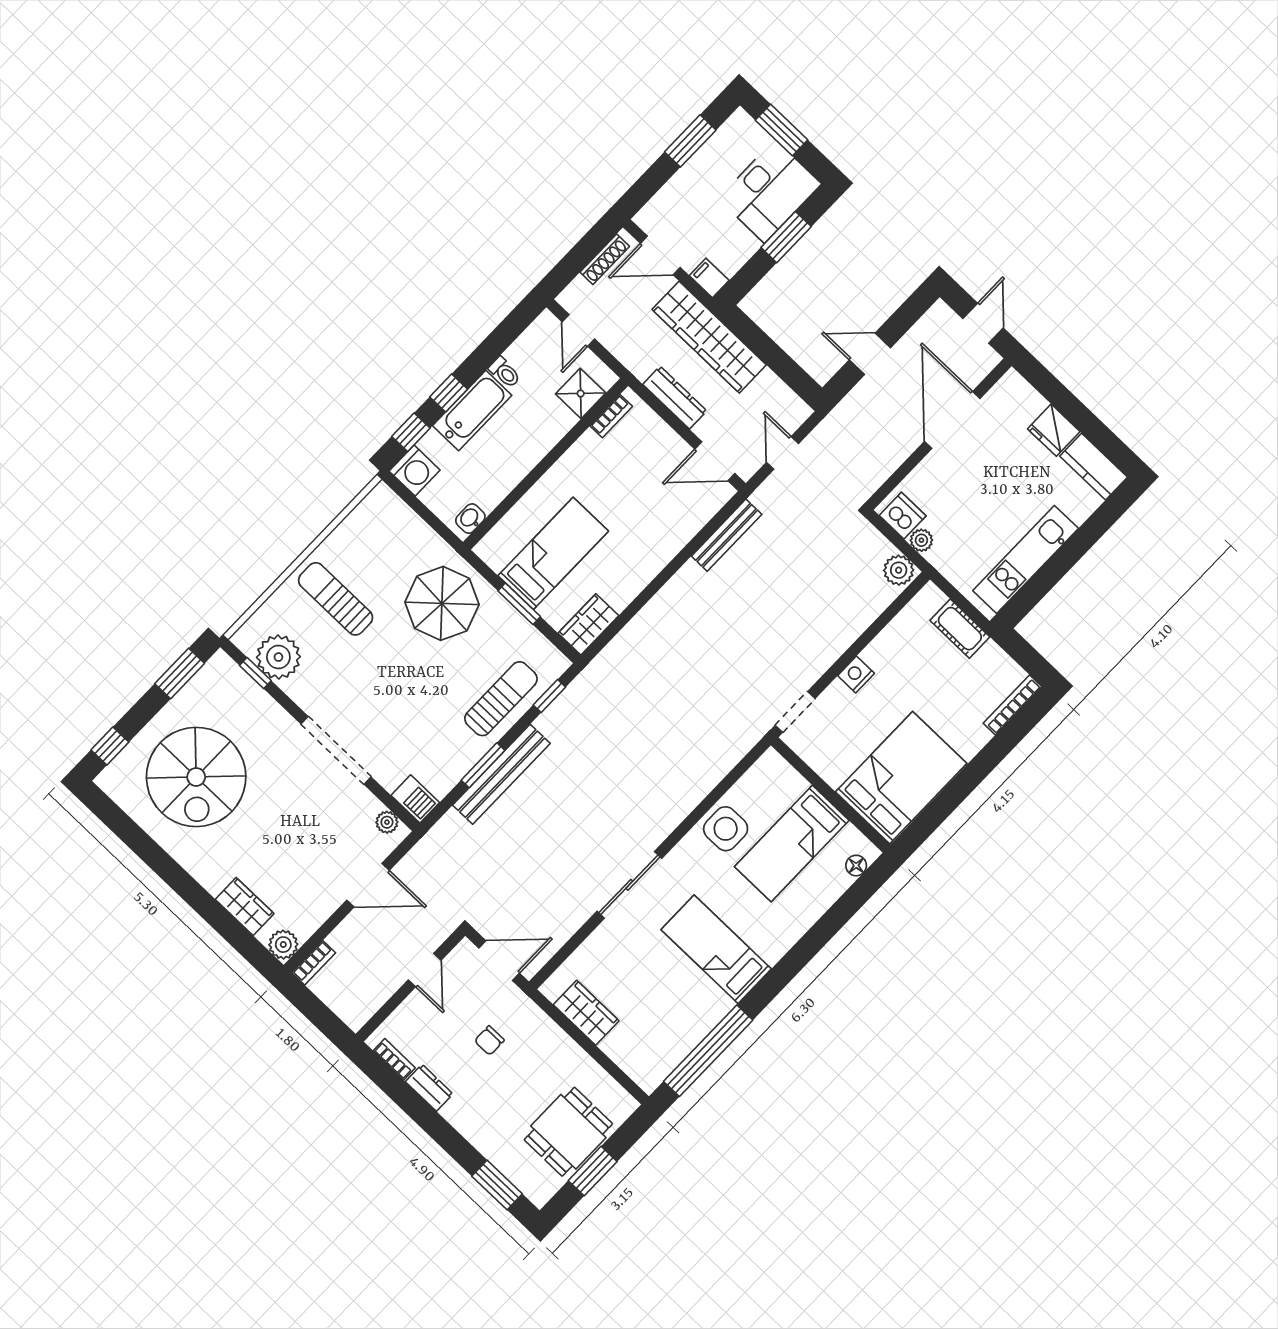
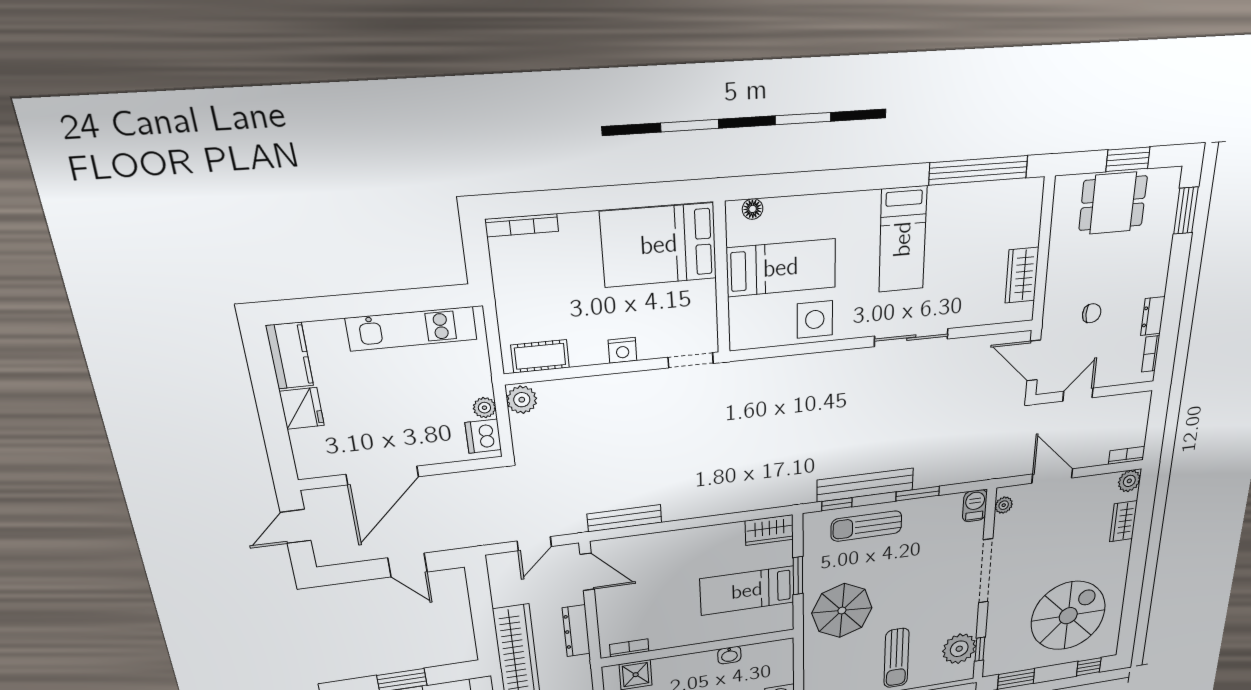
washbasin: (470, 519) -> (729, 655), moved
cot: (960, 629) -> (540, 356), moved, turned 90
bench: (501, 774) -> (865, 485), moved

